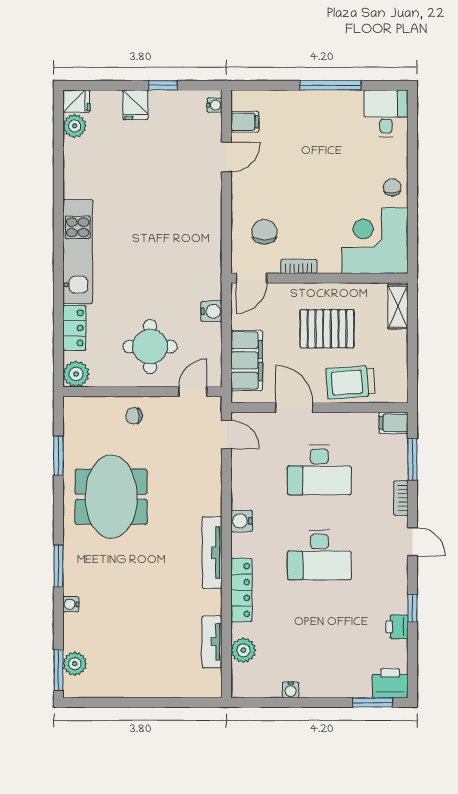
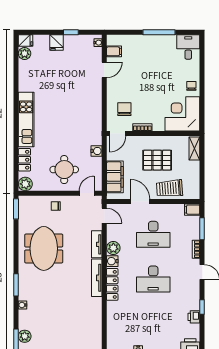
window: (58, 456) -> (16, 209), moved
locker: (241, 590) -> (112, 284), moved
tv unit: (212, 642) -> (97, 244), moved
plant: (243, 650) -> (113, 248), moved

